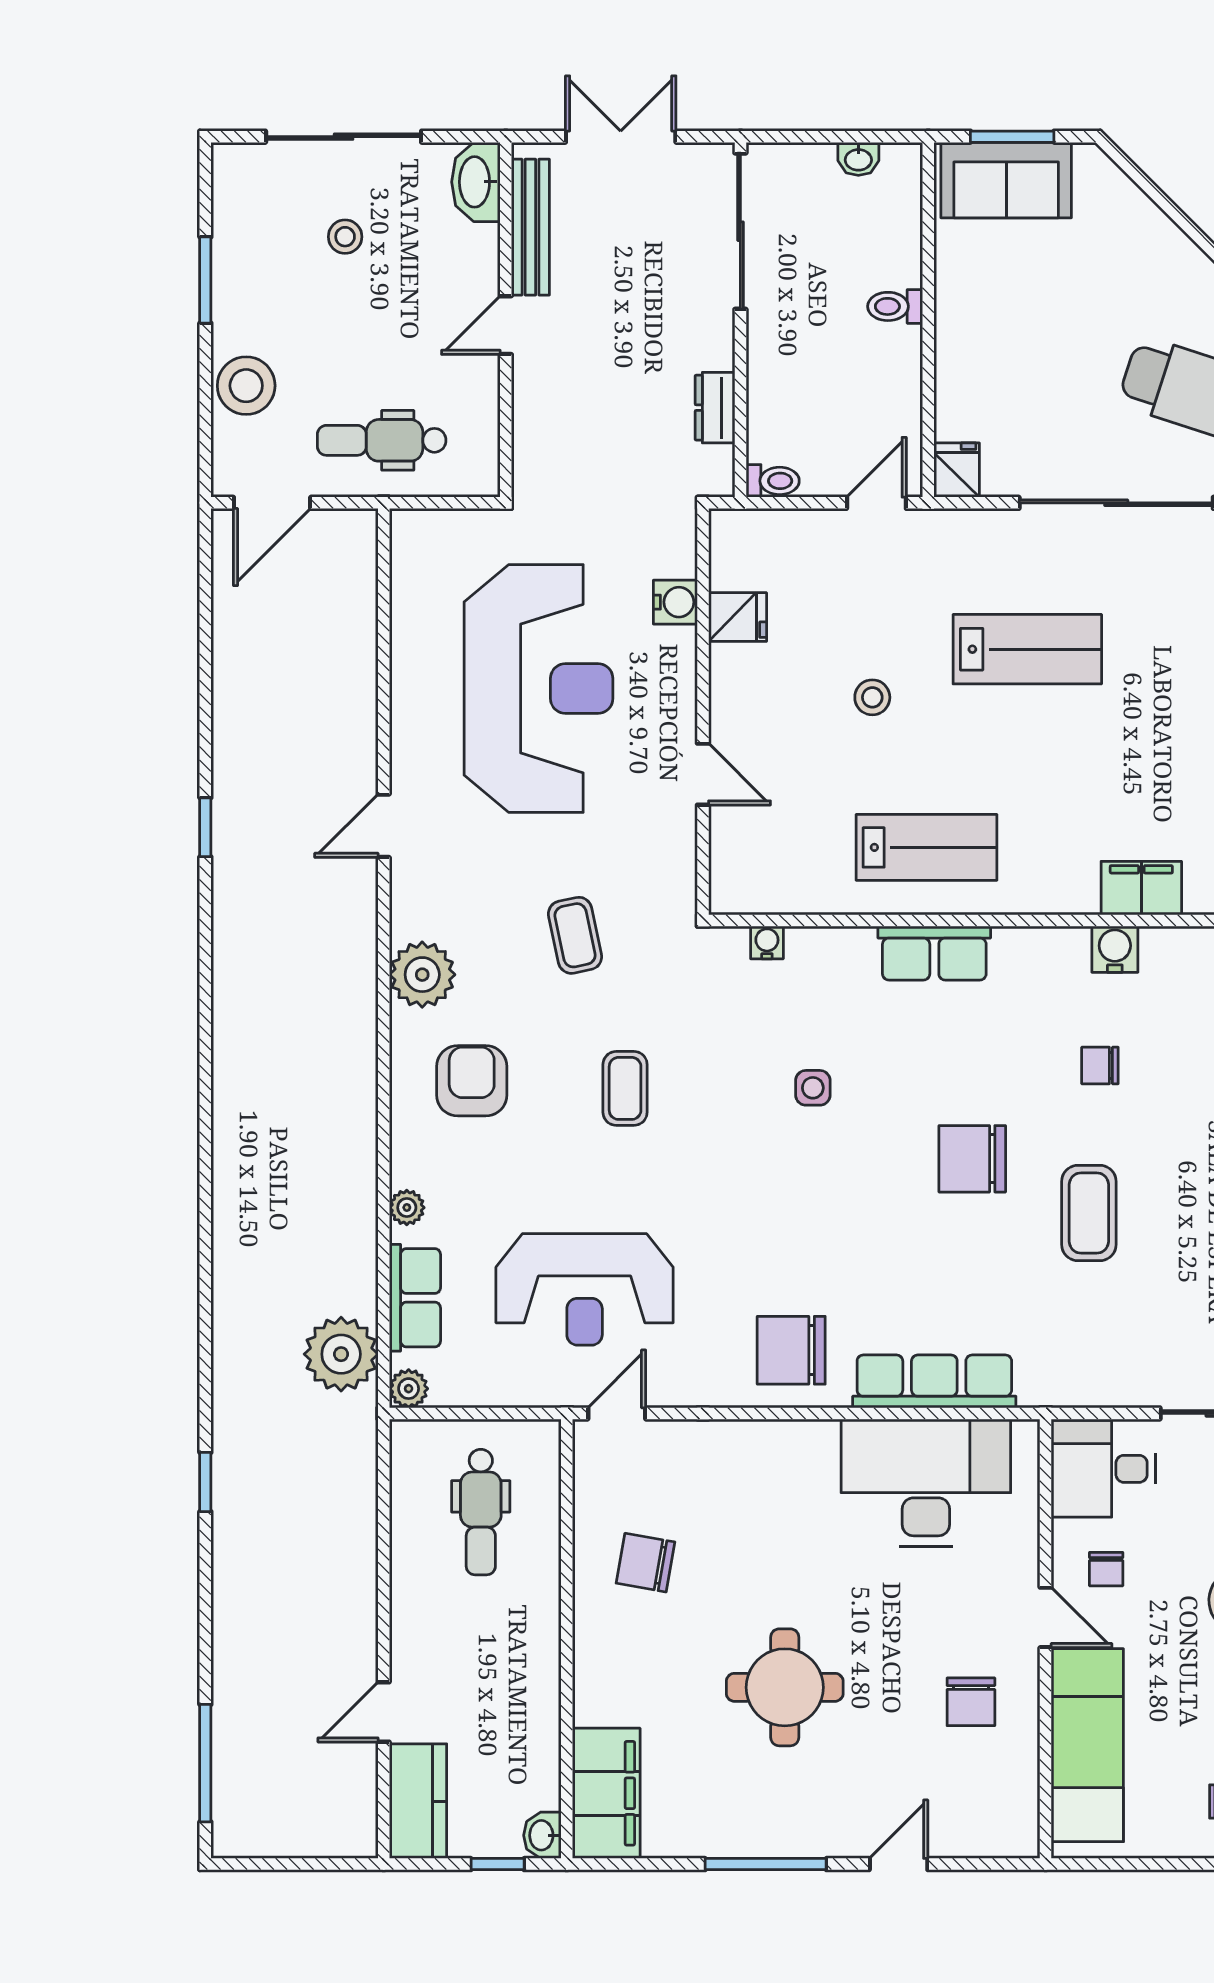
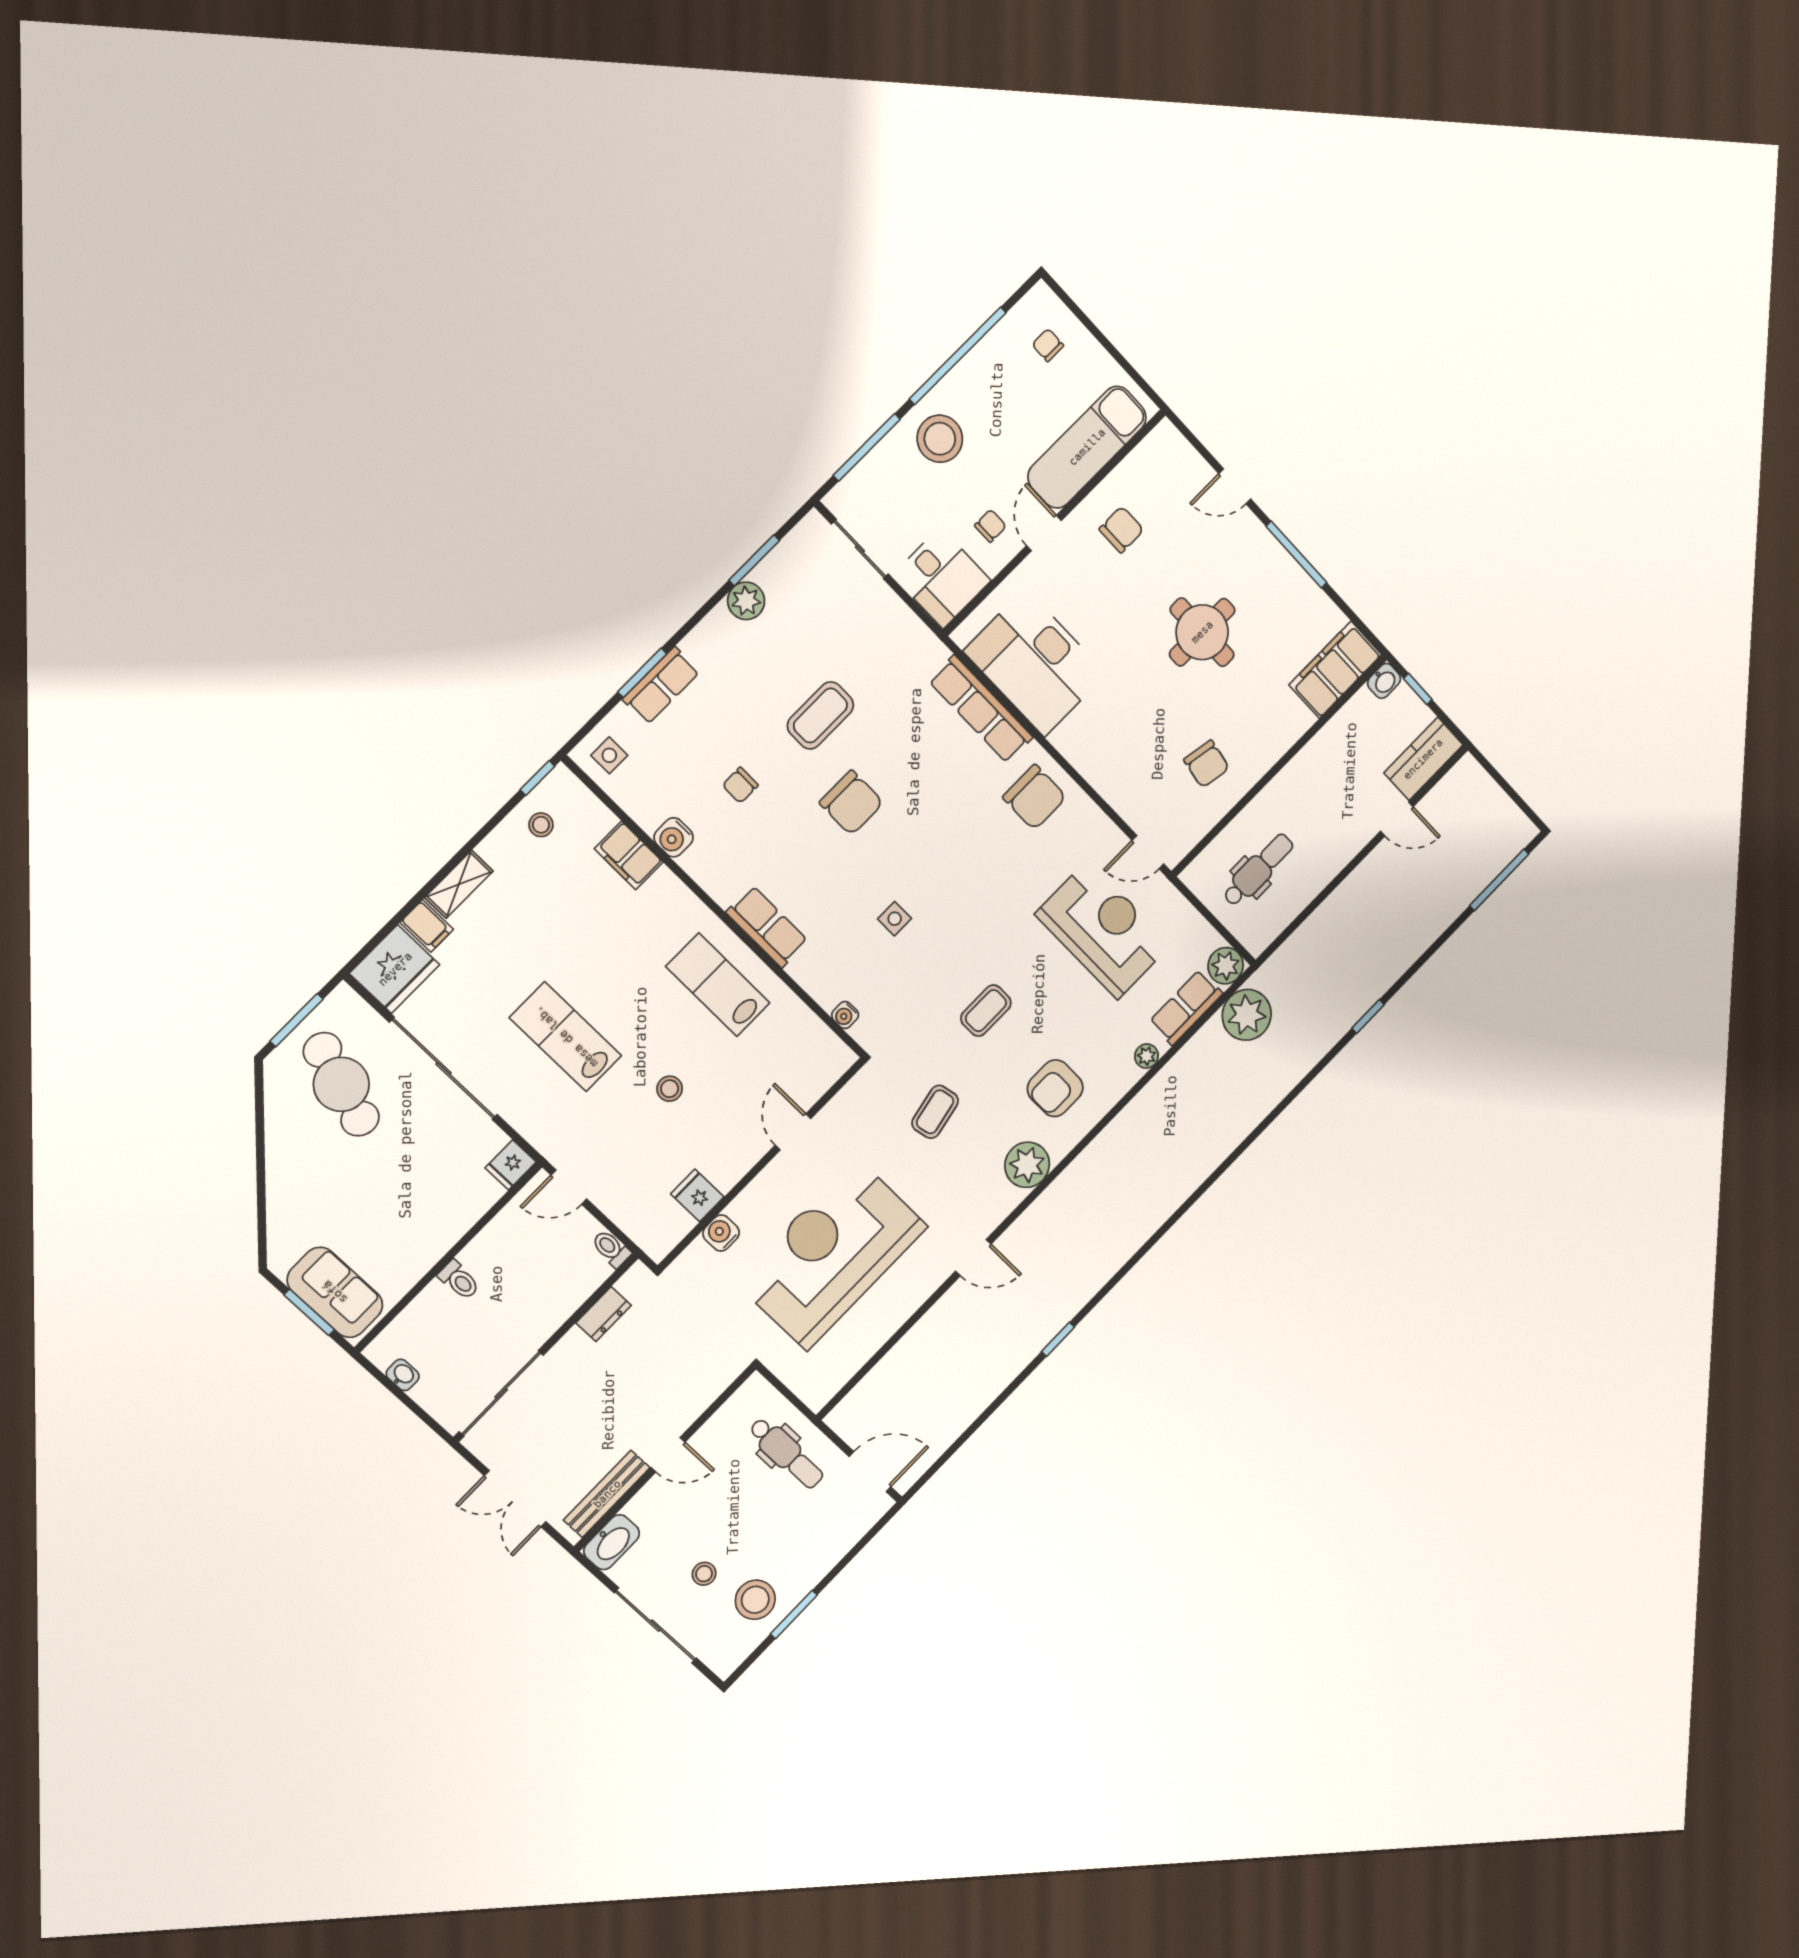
stool: (246, 386) -> (755, 1600), moved
chair: (1100, 1066) -> (740, 785), turned 90
plant: (409, 1389) -> (1226, 966), width x1.38, depth x1.38

